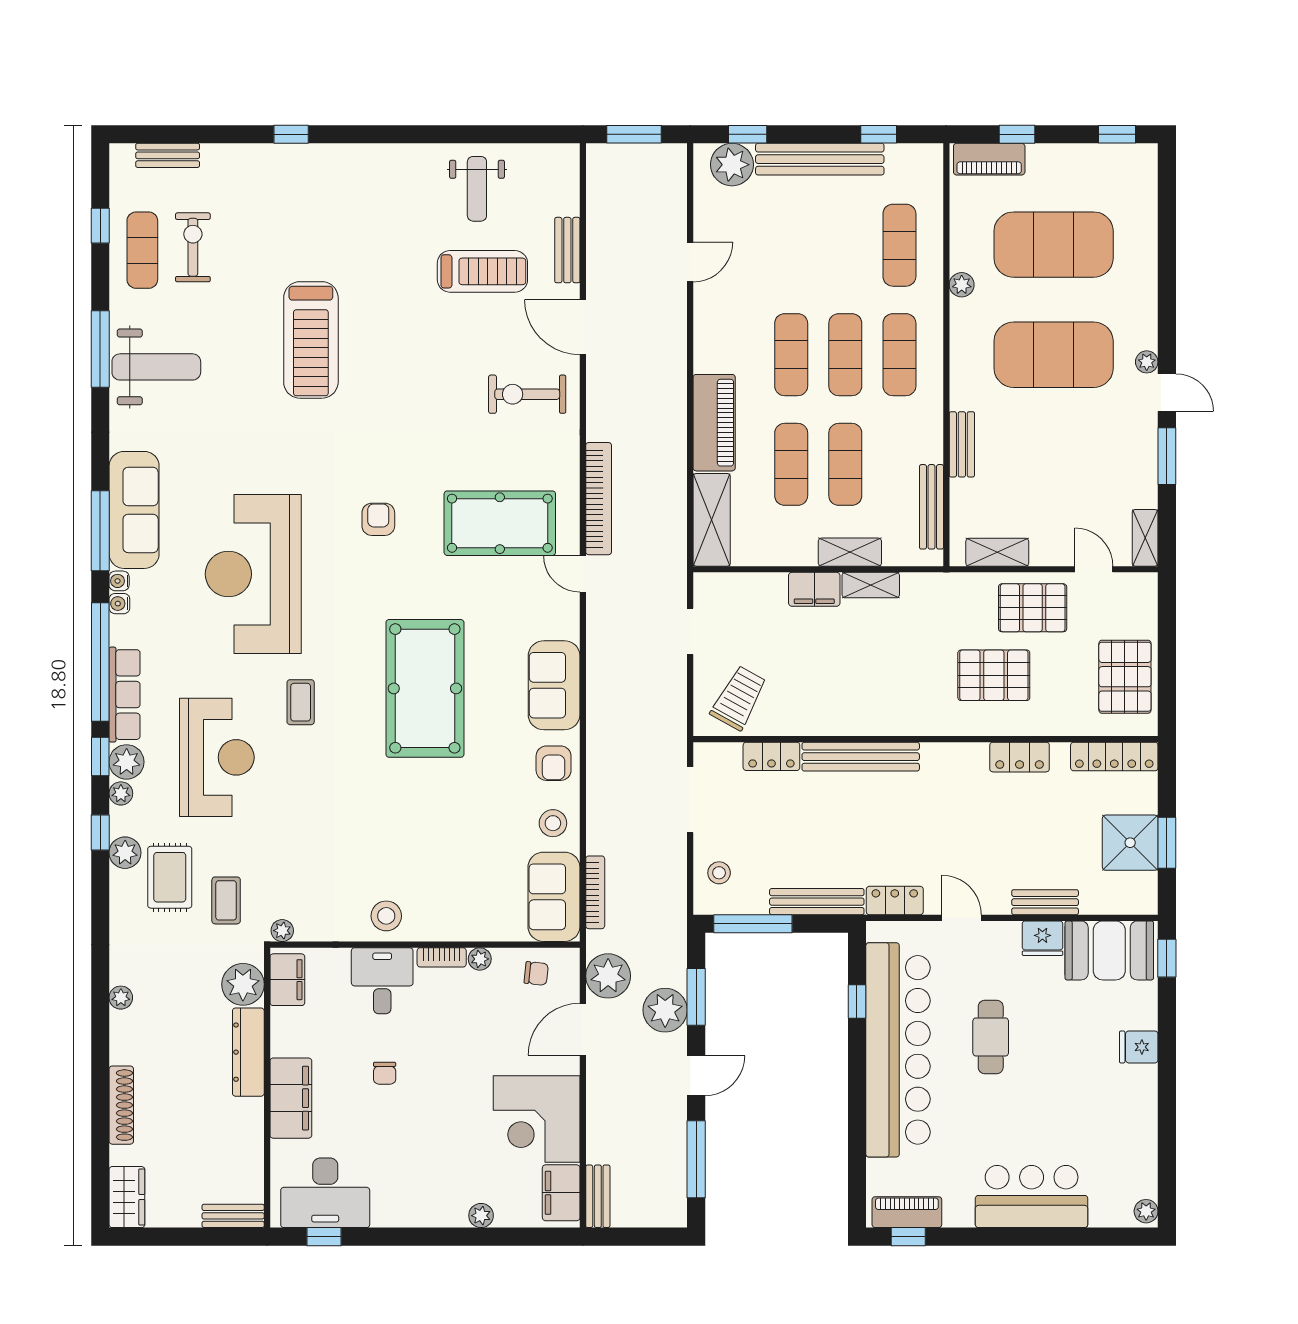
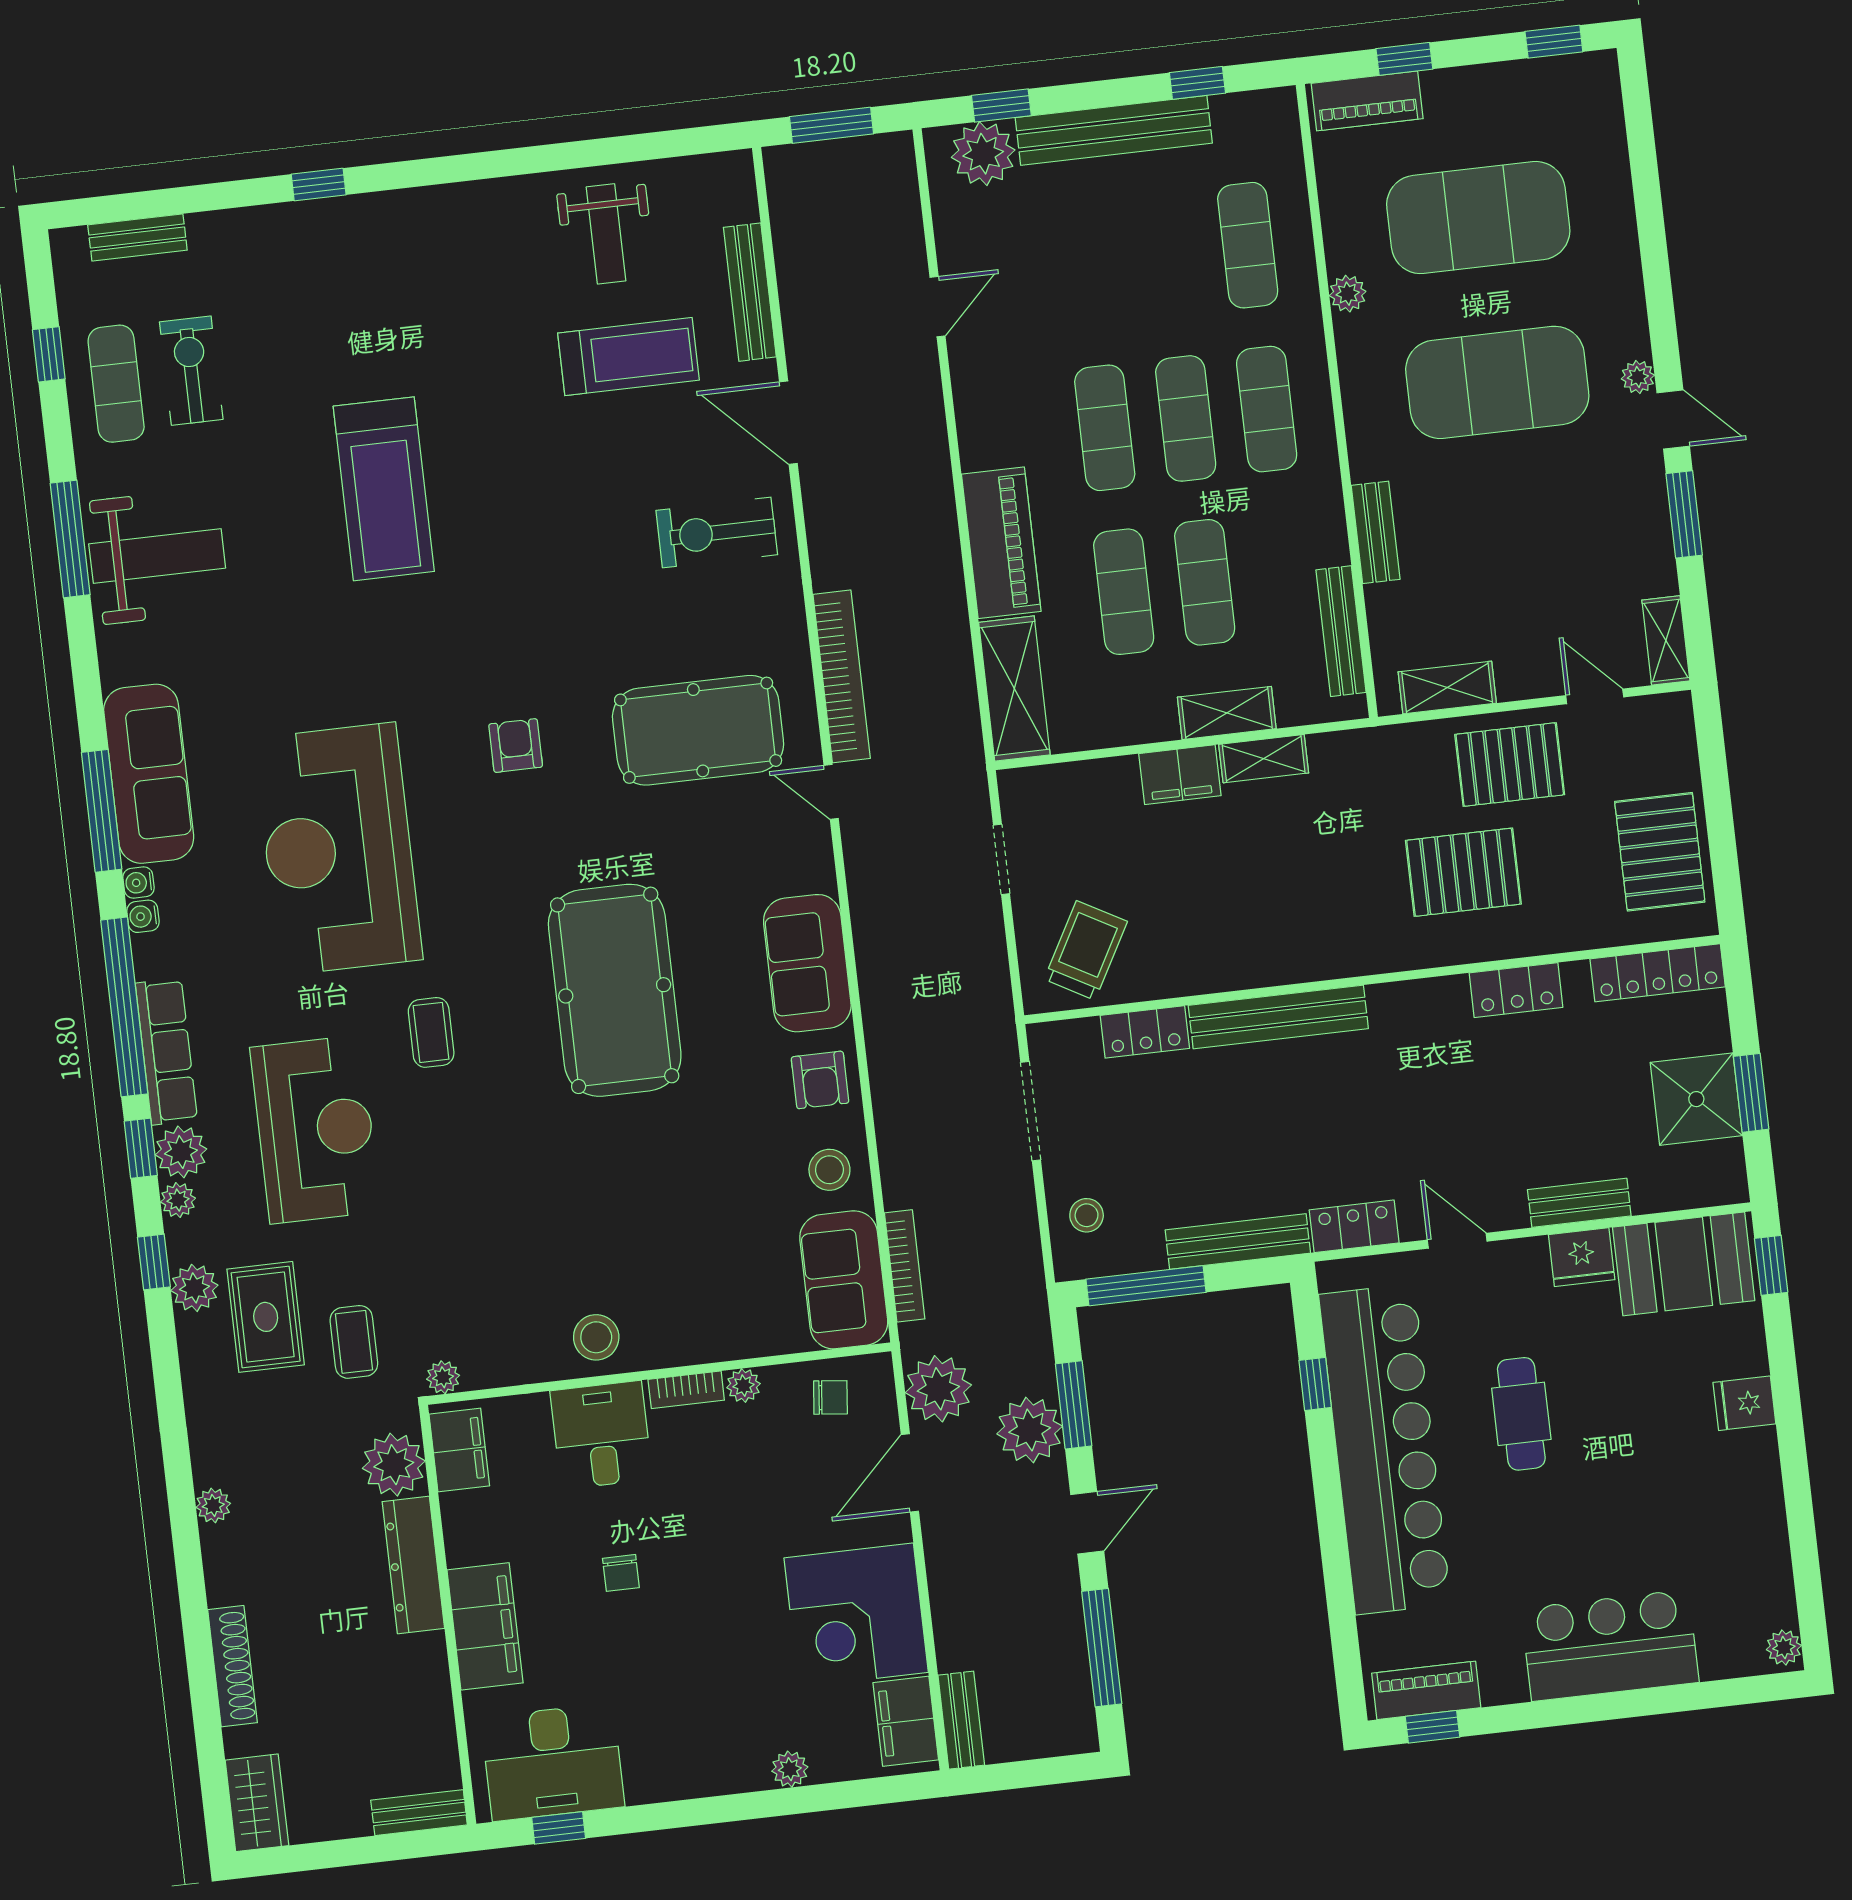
bench: (567, 250) -> (750, 292), width x1.36

